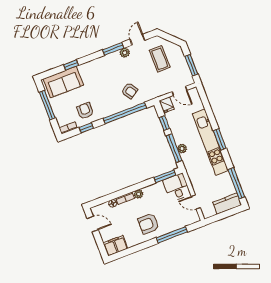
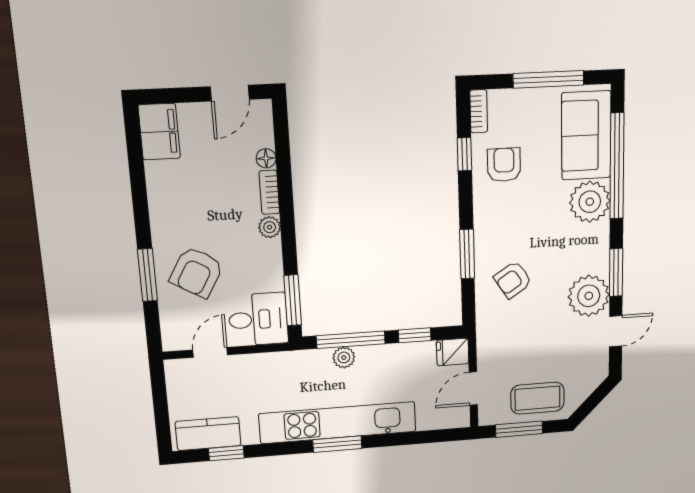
door: (137, 40) -> (616, 331), hinge flipped
plant: (125, 53) -> (589, 296), width x1.88, depth x1.88
coffee table: (160, 59) -> (537, 398), moved
window: (71, 65) -> (617, 166), width x3.17
plant: (88, 71) -> (590, 202), added
armchair: (85, 111) -> (504, 165), turned -90
window: (125, 113) -> (467, 254), width x0.47
window: (236, 183) -> (226, 453), width x0.46
kitchen counter: (227, 204) -> (208, 434), moved, turned -90
armchair: (148, 224) -> (197, 272), moved, turned -150
window: (172, 235) -> (147, 275), width x0.69

